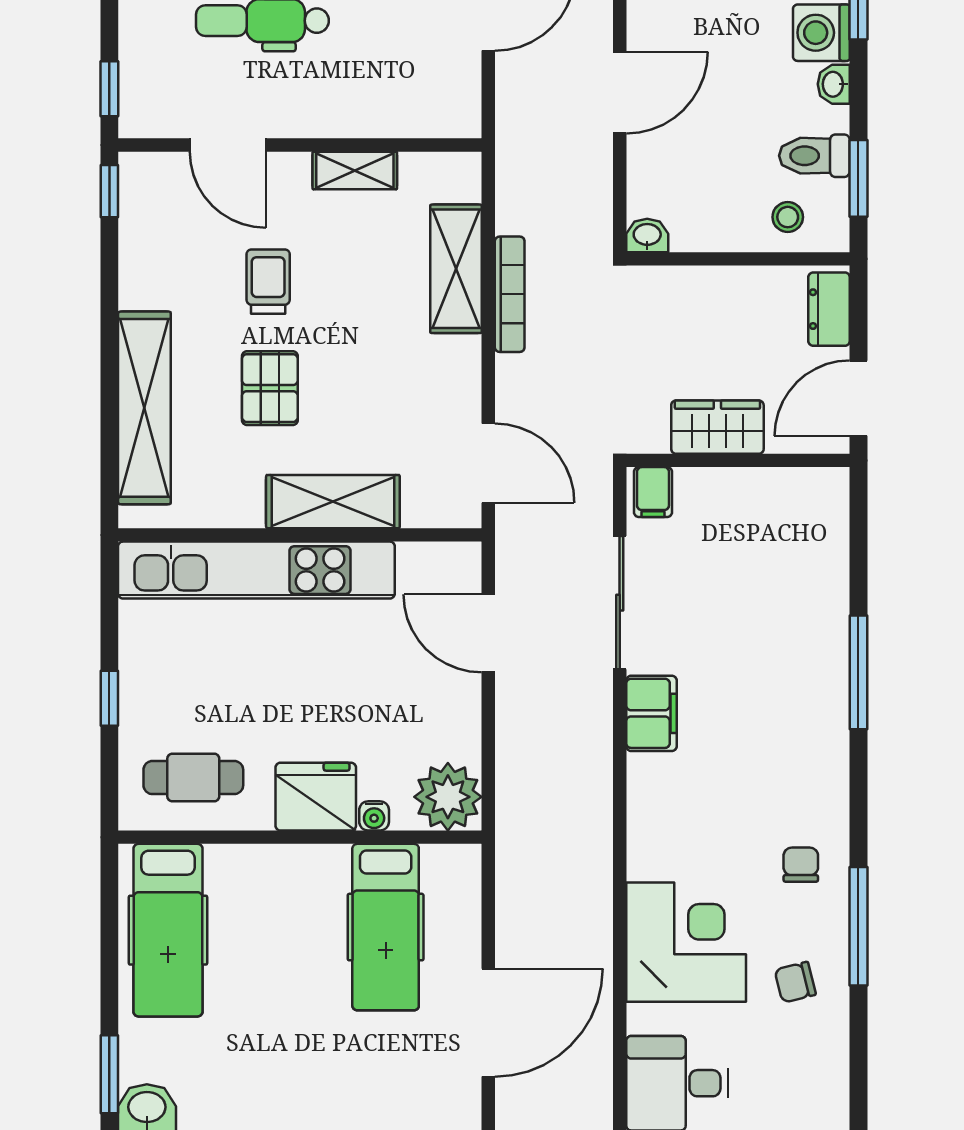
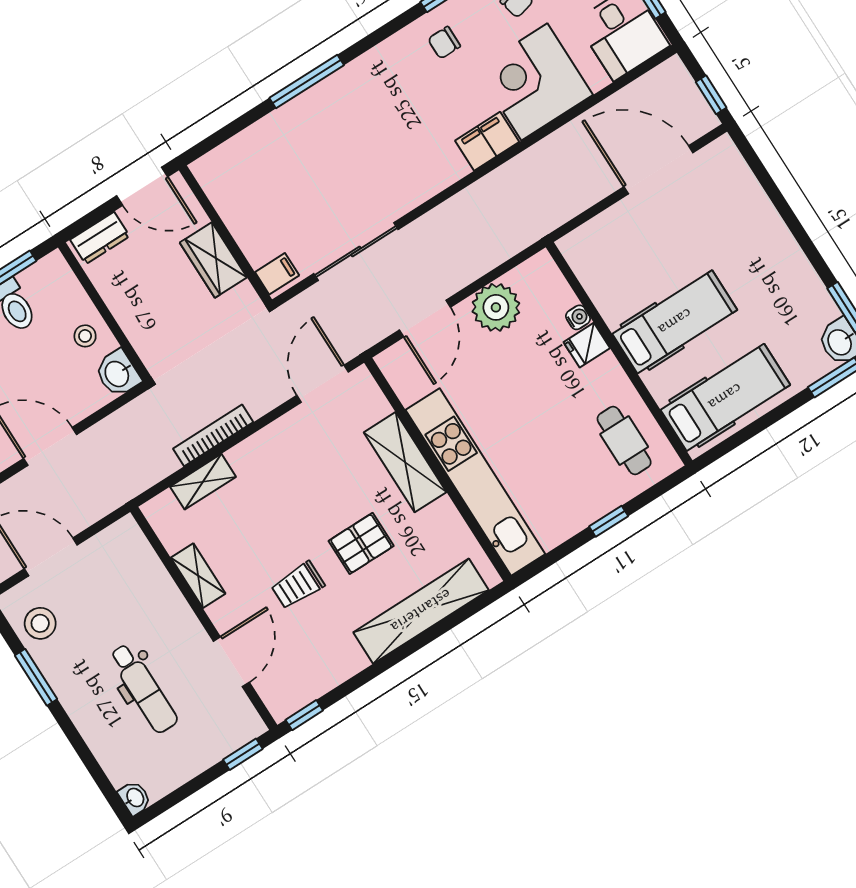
stool: (788, 217) -> (85, 336), moved
washbasin: (647, 235) -> (118, 373), width x1.38, depth x1.45
shelving: (456, 269) -> (203, 482), width x0.67, depth x0.75
filing cabinet: (651, 713) -> (487, 141), moved
fridge: (316, 797) -> (587, 345), width x0.53, depth x0.75
plant: (448, 797) -> (496, 307), moved
hospital bed: (386, 927) -> (675, 322), moved

